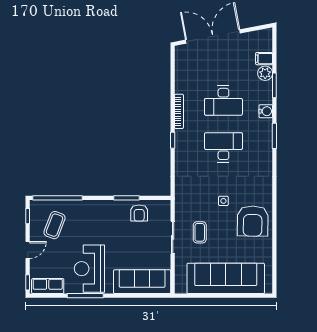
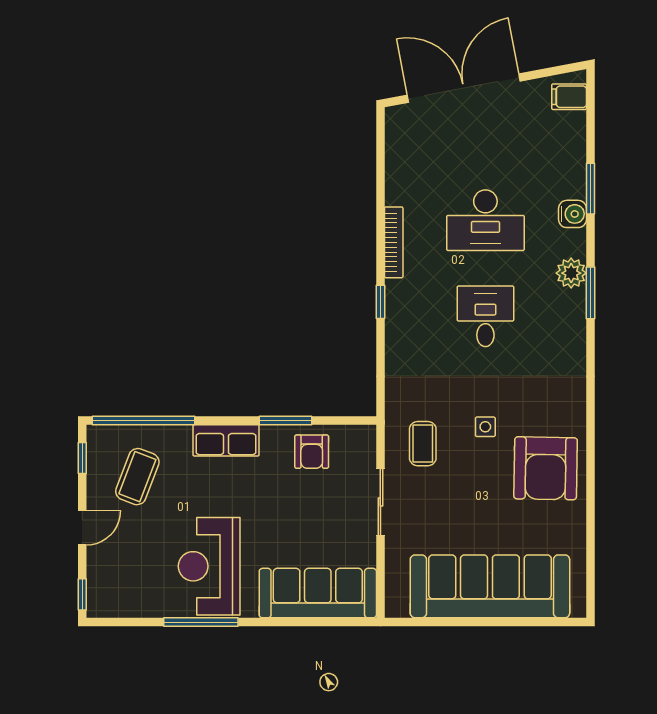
filing cabinet: (264, 59) -> (569, 97), moved
plant: (265, 73) -> (571, 273), moved
water cooler: (266, 111) -> (572, 214), moved
desk: (223, 147) -> (485, 316), width x0.73
coffee table: (200, 232) -> (423, 444), moved
row of seats: (48, 286) -> (226, 440), moved, turned 180

